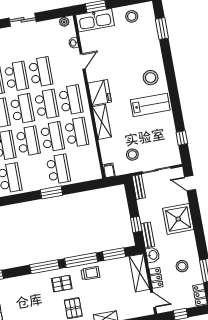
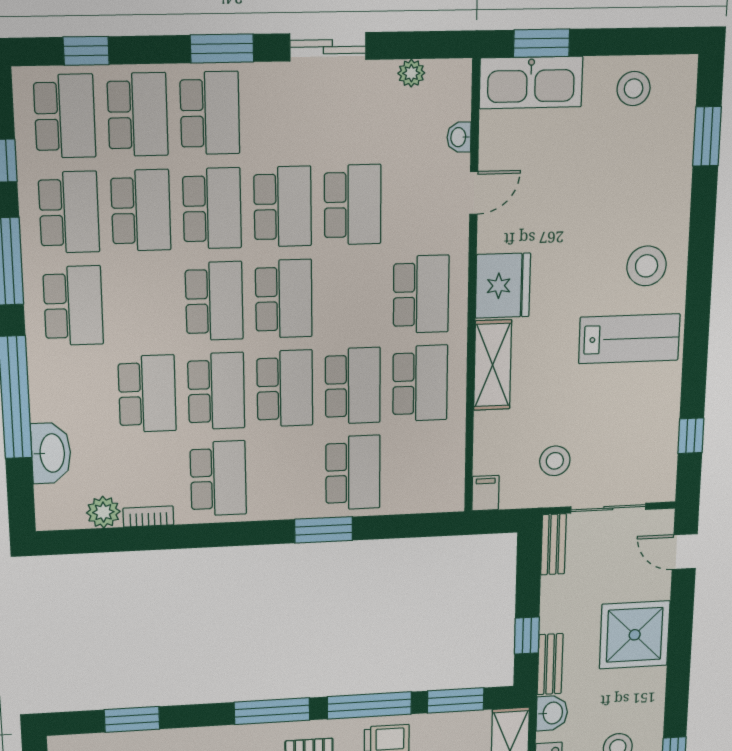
plant: (64, 22) -> (411, 73), moved
school desk: (46, 104) -> (353, 297), removed

